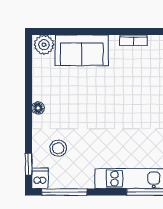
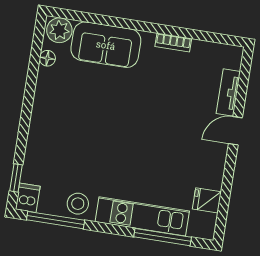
floor lamp: (38, 108) -> (47, 58), moved
stool: (58, 148) -> (78, 204), moved

